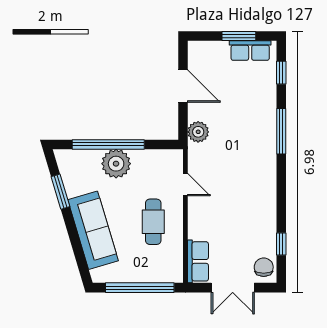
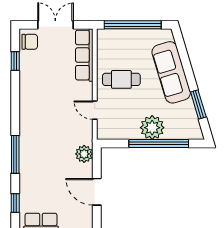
cafe table: (153, 222) -> (121, 79), turned 90
row of seats: (198, 261) -> (84, 55), width x1.48
chair: (264, 267) -> (30, 42), turned -90

